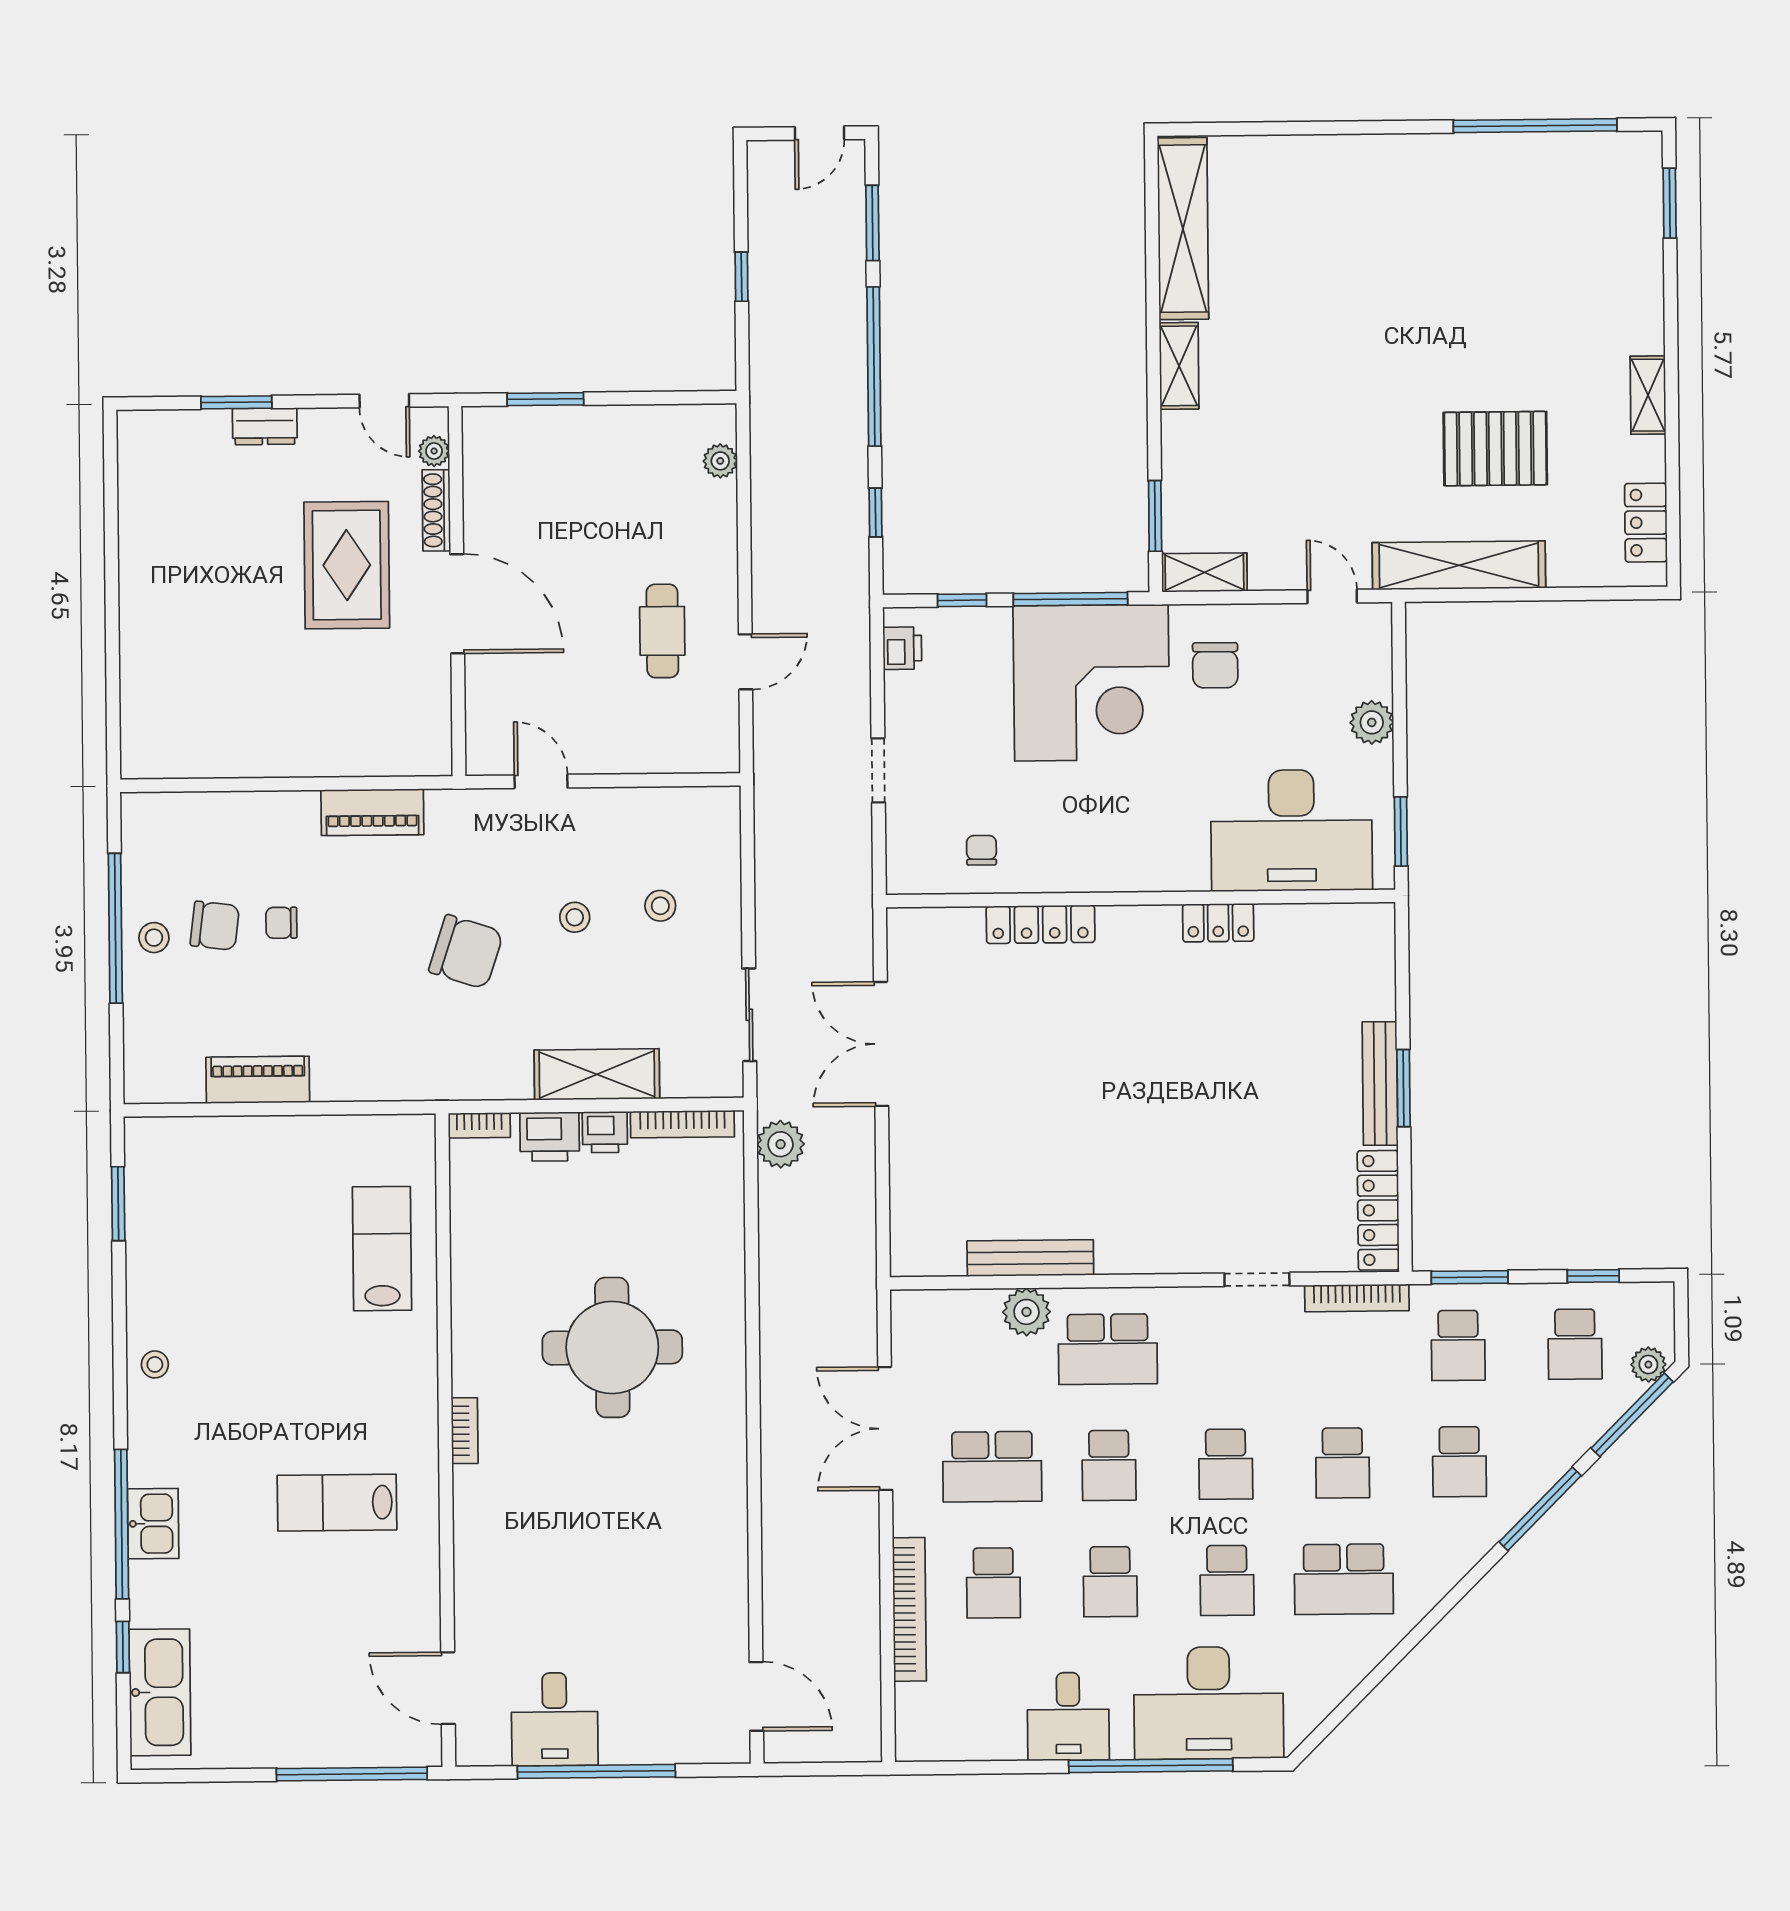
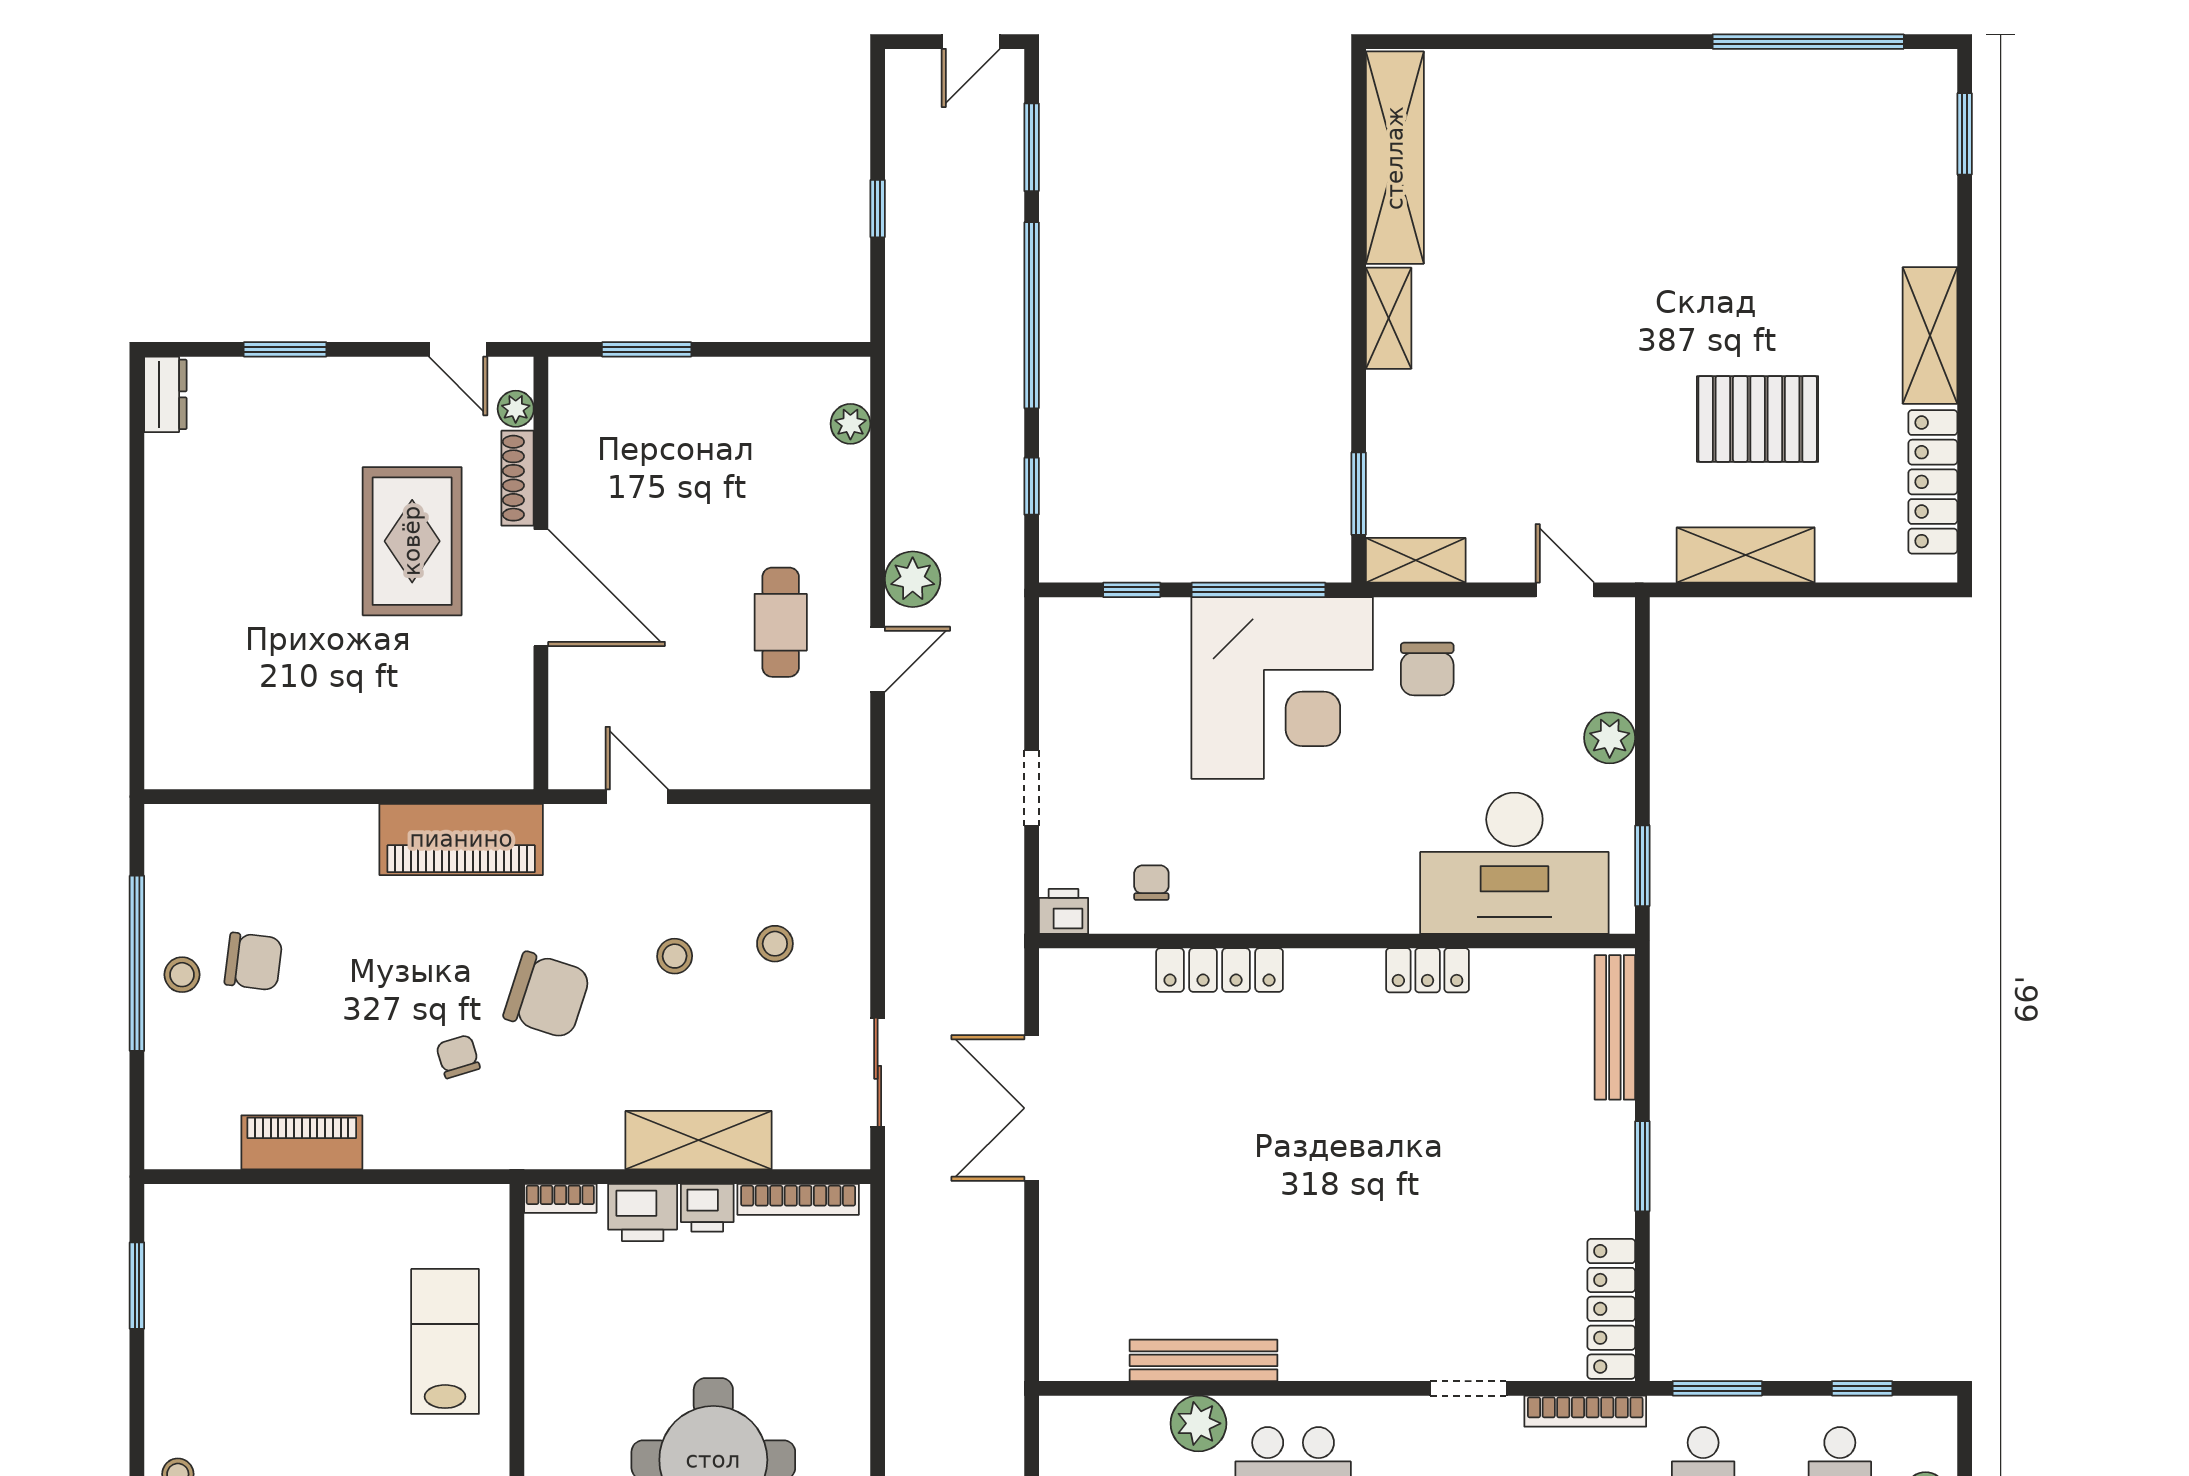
shelving: (1648, 395) -> (1930, 335), width x1.50, depth x1.33
dresser: (265, 426) -> (165, 394), moved, turned -90
locker: (1646, 523) -> (1933, 482), width x1.53
shelving: (1459, 565) -> (1746, 555), width x0.68
printer: (902, 648) -> (1063, 911), moved, turned -90
piano: (372, 812) -> (461, 839), width x1.37, depth x1.33
chair: (281, 923) -> (458, 1057), moved, turned 73
bench: (1380, 1083) -> (1615, 1027), moved
plant: (781, 1144) -> (913, 579), moved

